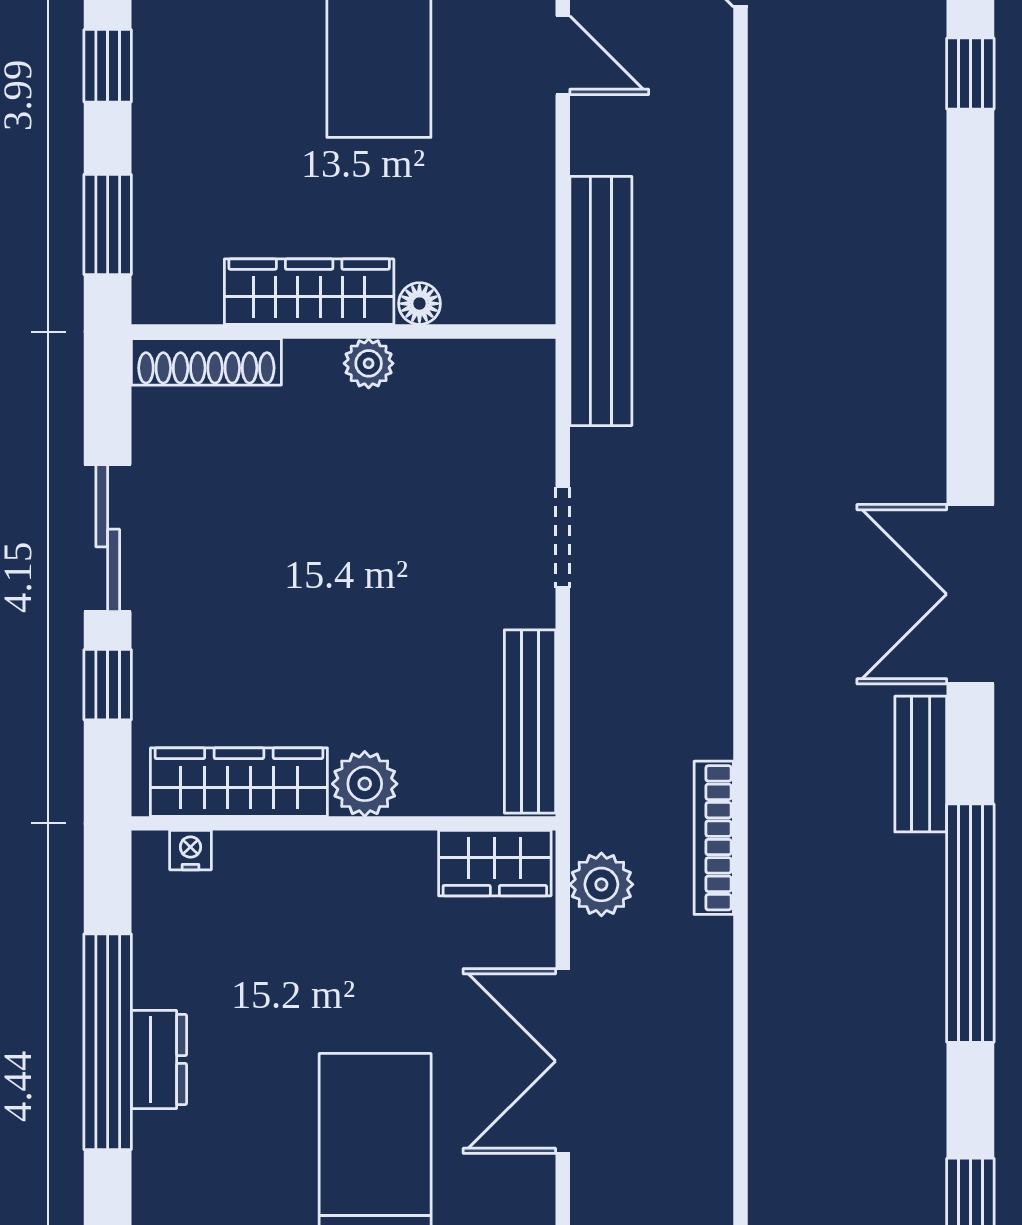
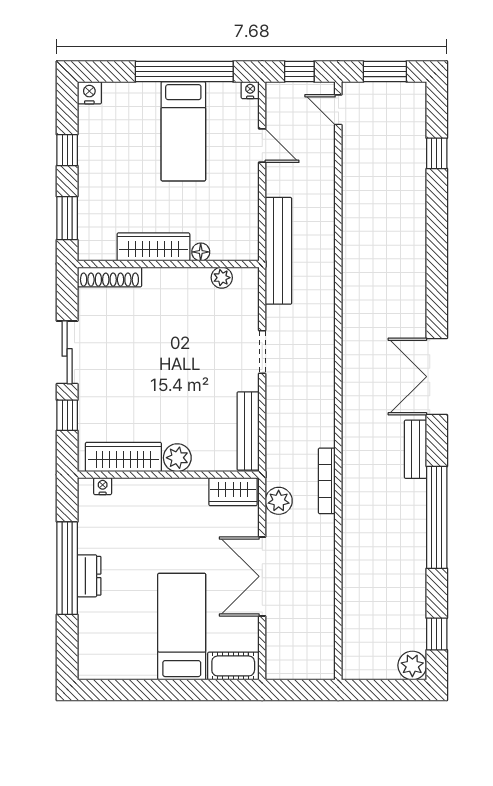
plant: (369, 363) -> (222, 278), moved

